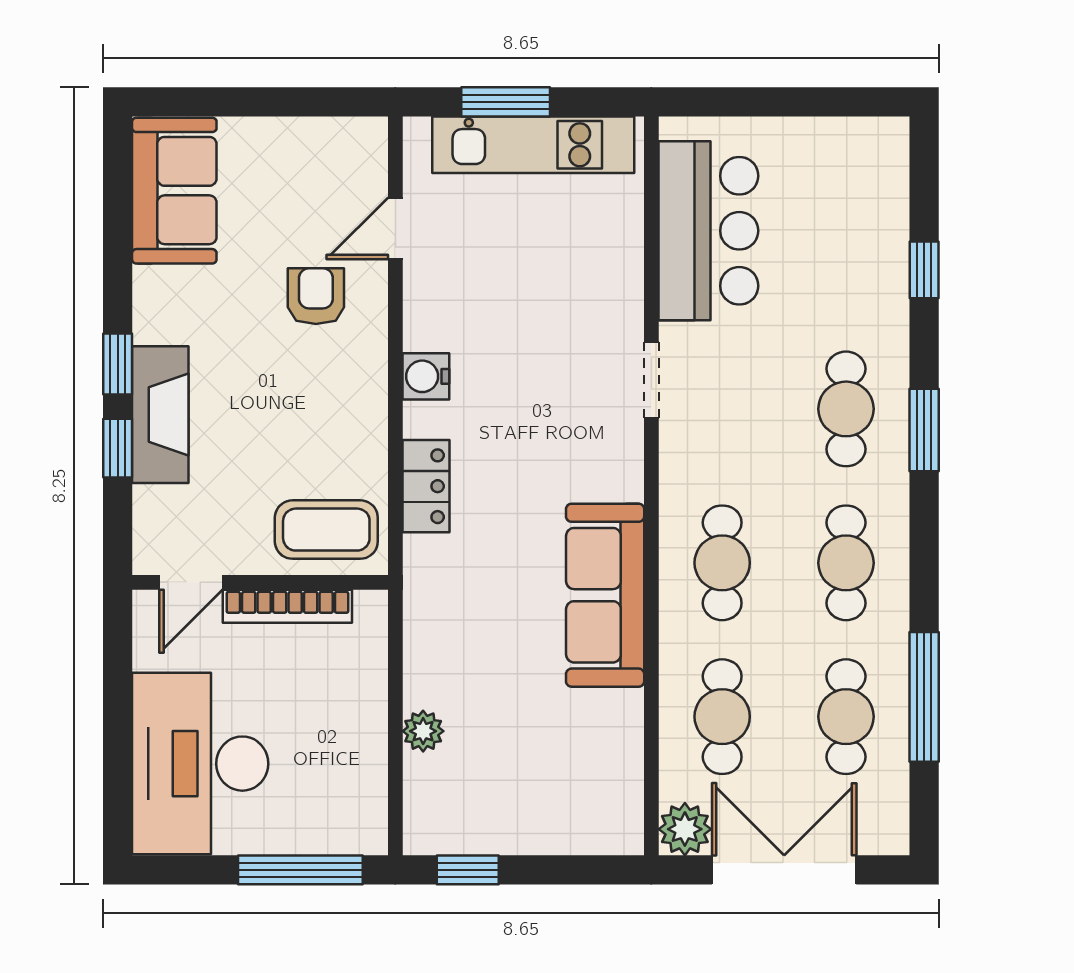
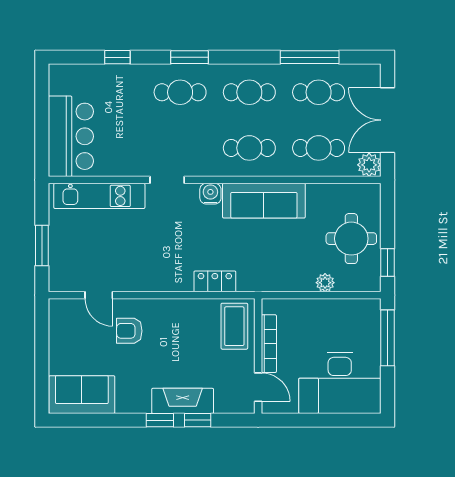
kitchen unit: (533, 145) -> (99, 196), moved, turned 90
bar counter: (708, 231) -> (71, 136), moved, turned 90
water cooler: (426, 376) -> (210, 194), moved, turned 180
round table: (521, 789) -> (351, 239), added

